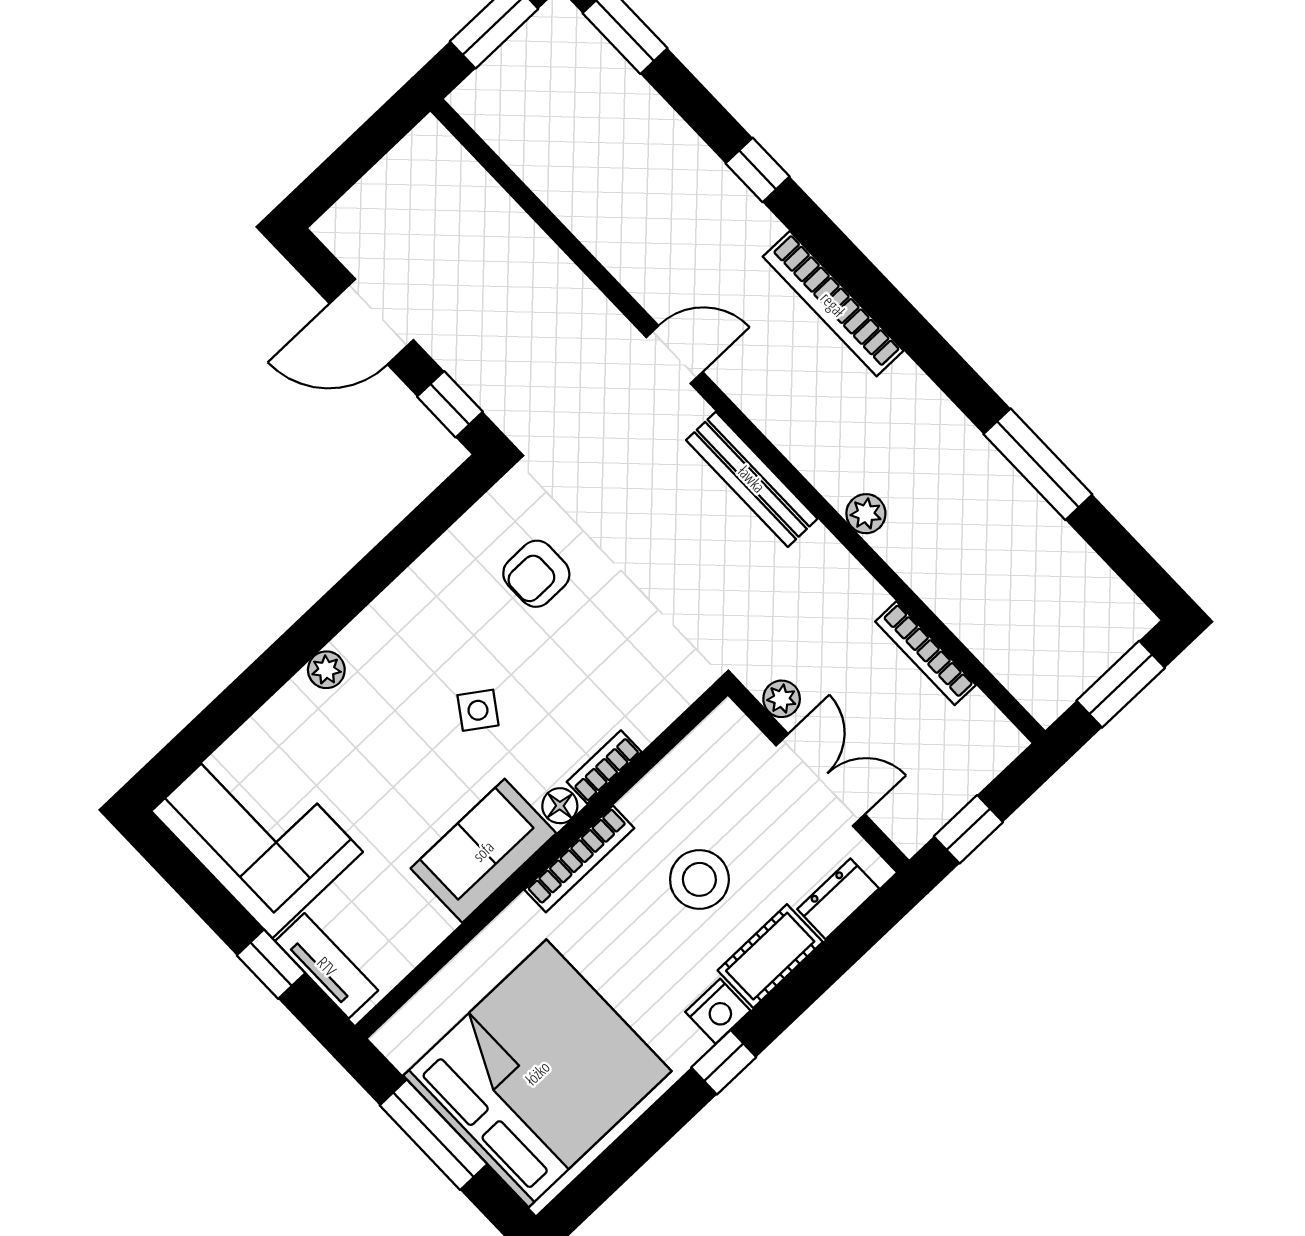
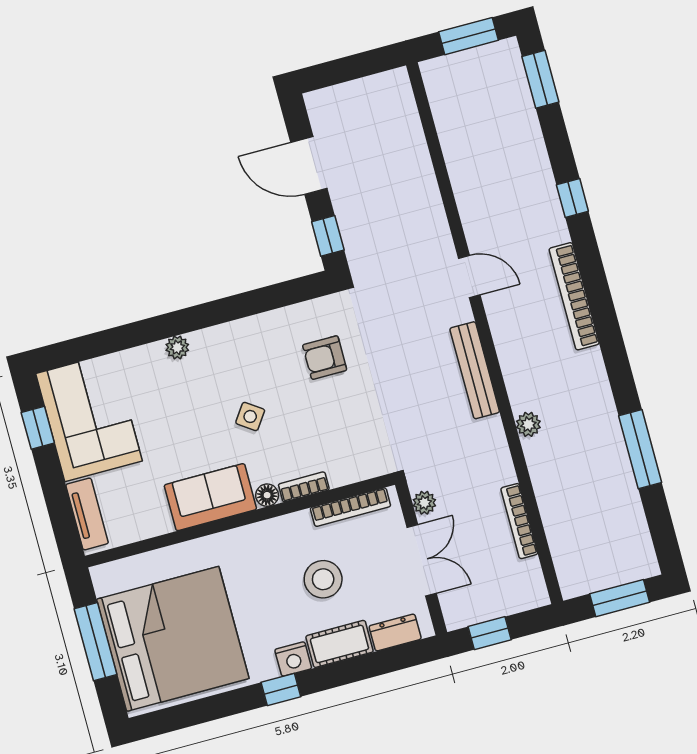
bookcase: (579, 859) -> (350, 507), moved
window: (271, 964) -> (38, 428), moved

